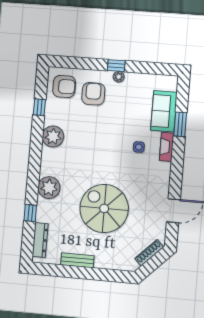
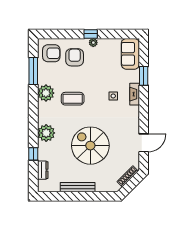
window: (39, 107) -> (33, 71), width x2.17
sofa: (164, 111) -> (130, 54), moved
coffee table: (86, 146) -> (73, 99), added
dresser: (40, 240) -> (43, 170), width x0.70
bench: (77, 260) -> (78, 187), width x1.36

